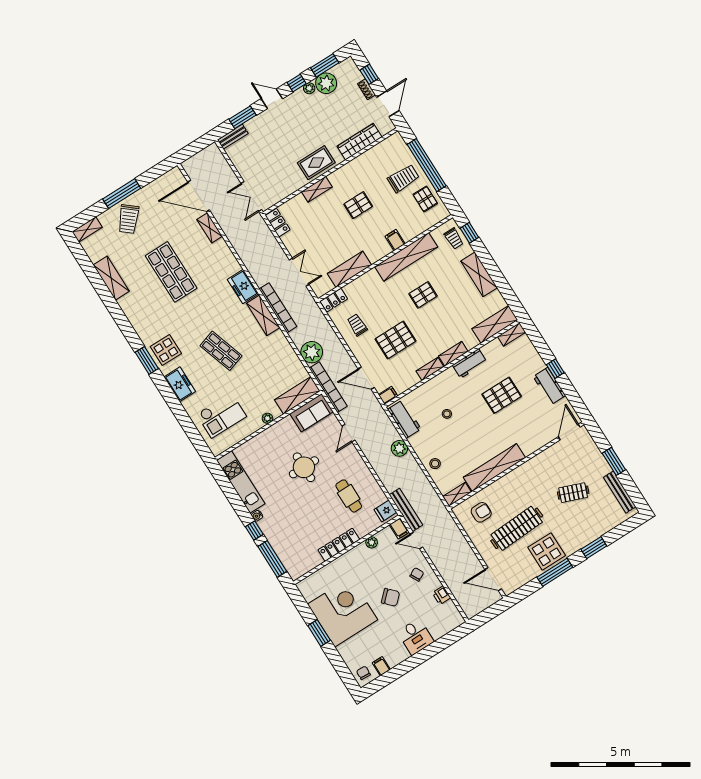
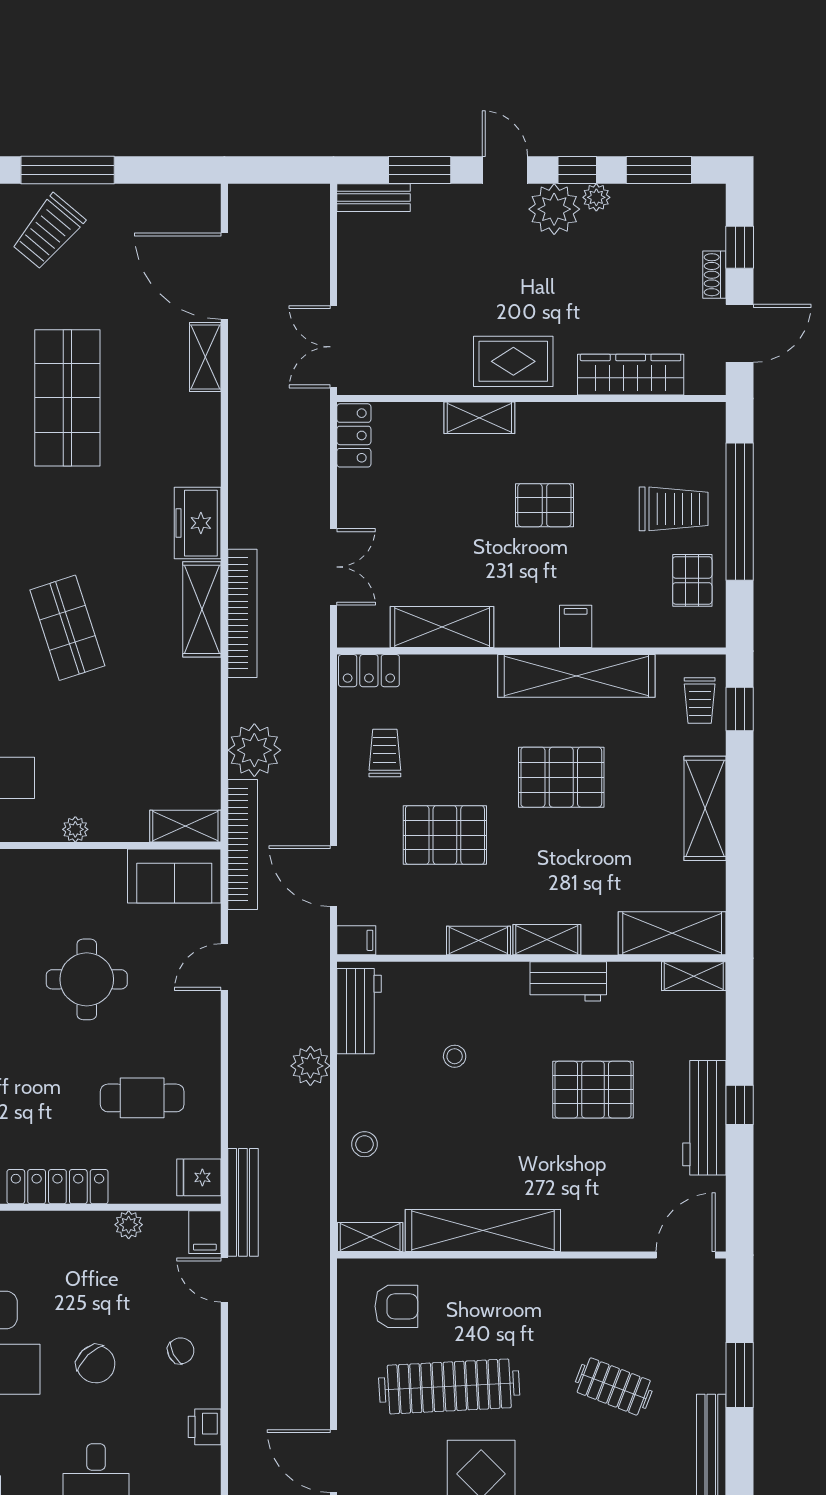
plant: (326, 83) -> (554, 209), moved
pallet: (423, 295) -> (561, 777), width x1.50, depth x1.42
workbench: (549, 386) -> (704, 1118), width x1.37
shelving: (297, 395) -> (185, 826), width x0.67, depth x0.75
cafe table: (349, 496) -> (142, 1098), turned 90

